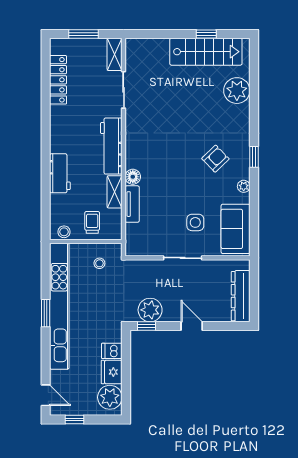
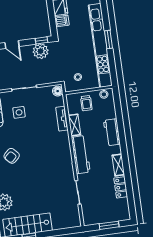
shelving: (115, 54) -> (118, 165), moved
locker: (58, 80) -> (121, 187), width x0.66
floor lamp: (133, 177) -> (58, 91), moved

